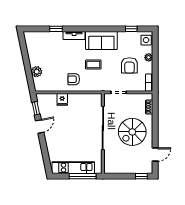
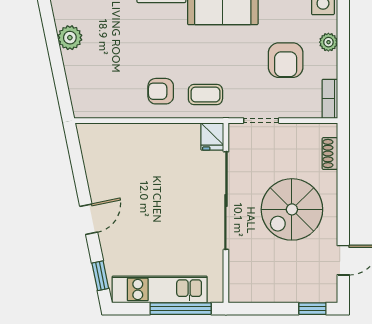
coffee table: (93, 64) -> (205, 94), moved
plant: (37, 72) -> (70, 38), moved
fridge: (62, 99) -> (212, 136), moved
window: (36, 108) -> (100, 276), moved
door: (40, 126) -> (89, 219), moved

